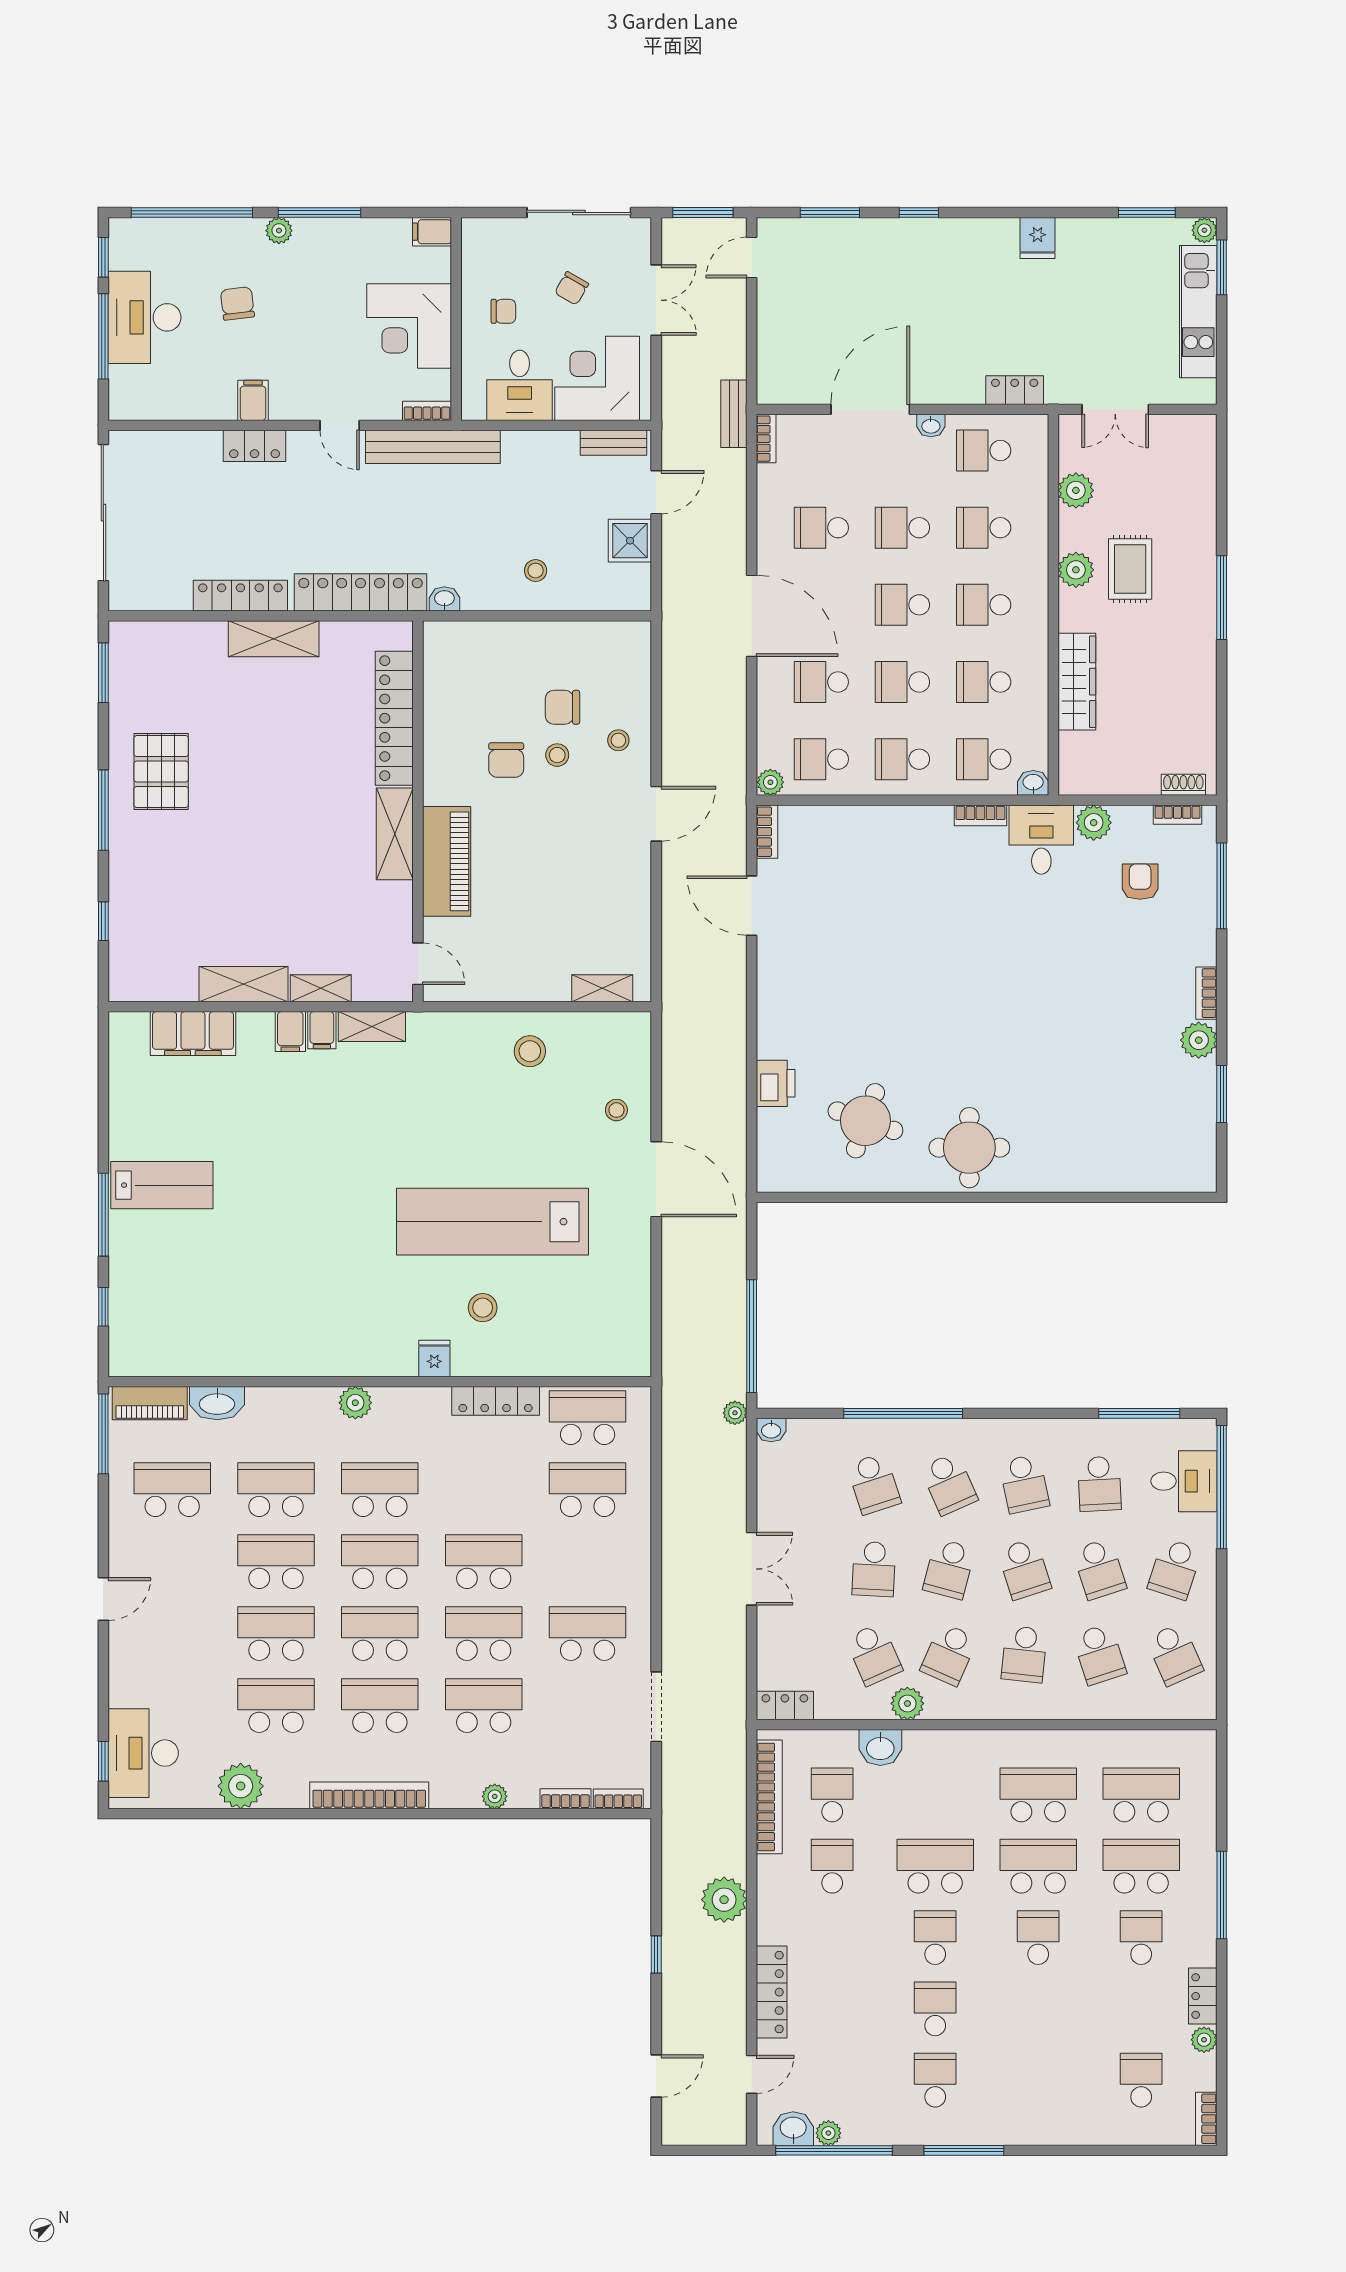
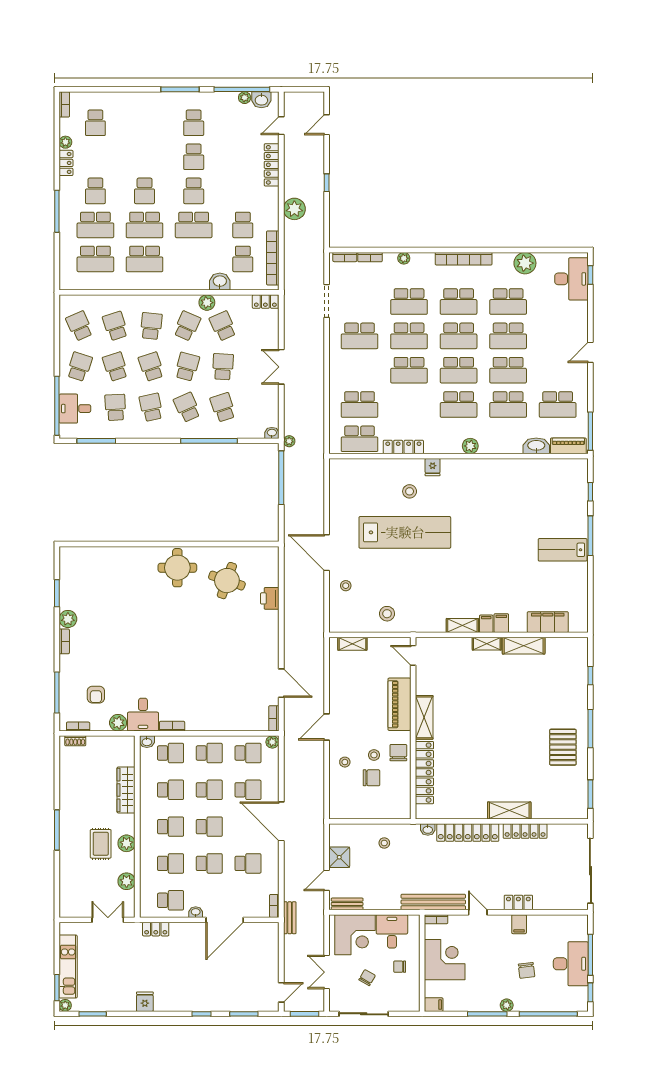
locker: (394, 718) -> (424, 773), moved
wall: (418, 811) -> (413, 728), moved
shelving: (395, 834) -> (424, 717), moved
piano: (447, 861) -> (399, 704), moved
door: (418, 964) -> (413, 655), moved

